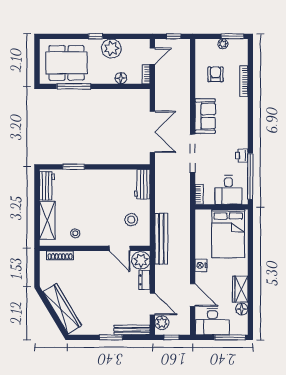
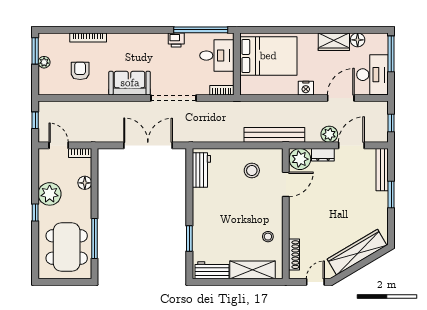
armchair: (216, 74) -> (80, 71), turned 90
workbench: (142, 184) -> (201, 170), moved, turned -90
door: (37, 273) -> (315, 282), added
plant: (162, 323) -> (329, 134), moved

